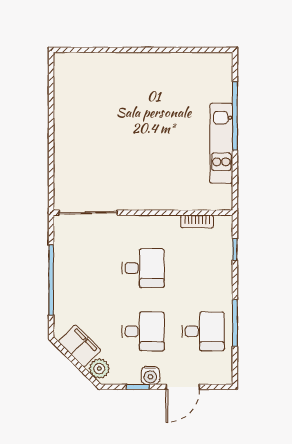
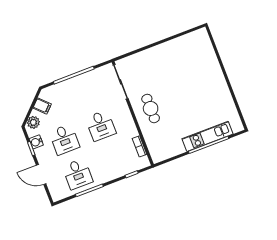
kitchen unit: (221, 143) -> (208, 136), moved
cafe table: (146, 183) -> (151, 108), added
filing cabinet: (79, 346) -> (42, 106), width x0.50
water cooler: (150, 375) -> (36, 142), moved

